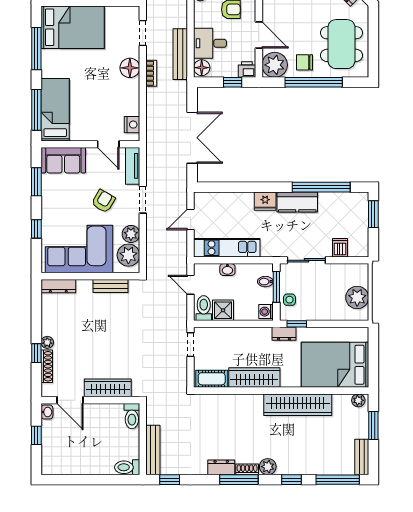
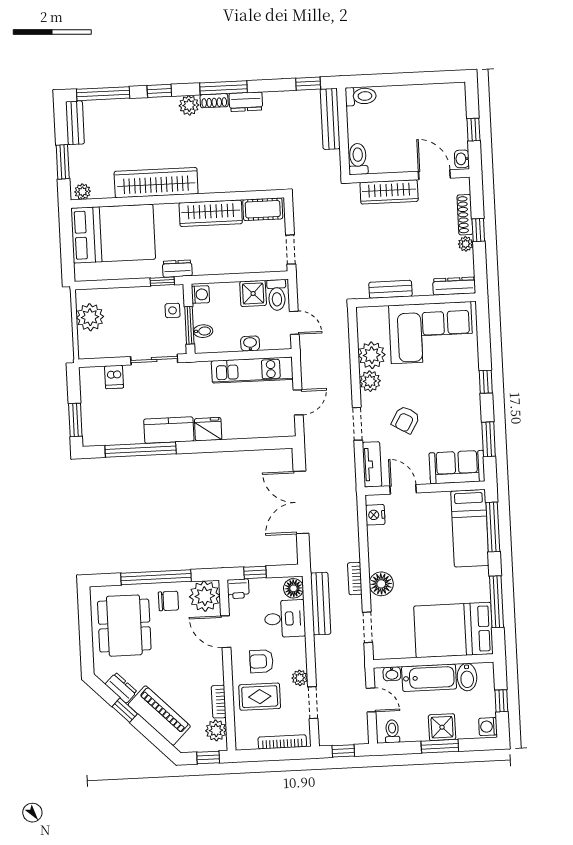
corner sofa: (79, 249) -> (431, 333), moved
wall: (90, 276) -> (416, 300), moved
dresser: (58, 286) -> (454, 286), moved
bench: (111, 286) -> (390, 289), moved

